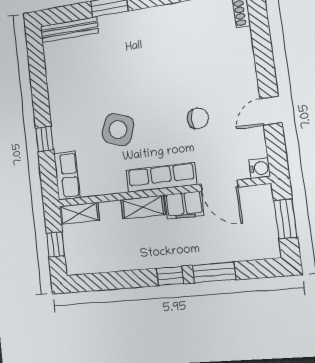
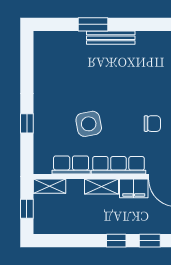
bench: (69, 30) -> (111, 38), moved
side table: (118, 130) -> (89, 124), turned -31
row of seats: (67, 176) -> (71, 165), moved, turned -90
window: (214, 272) -> (150, 241), width x0.67

